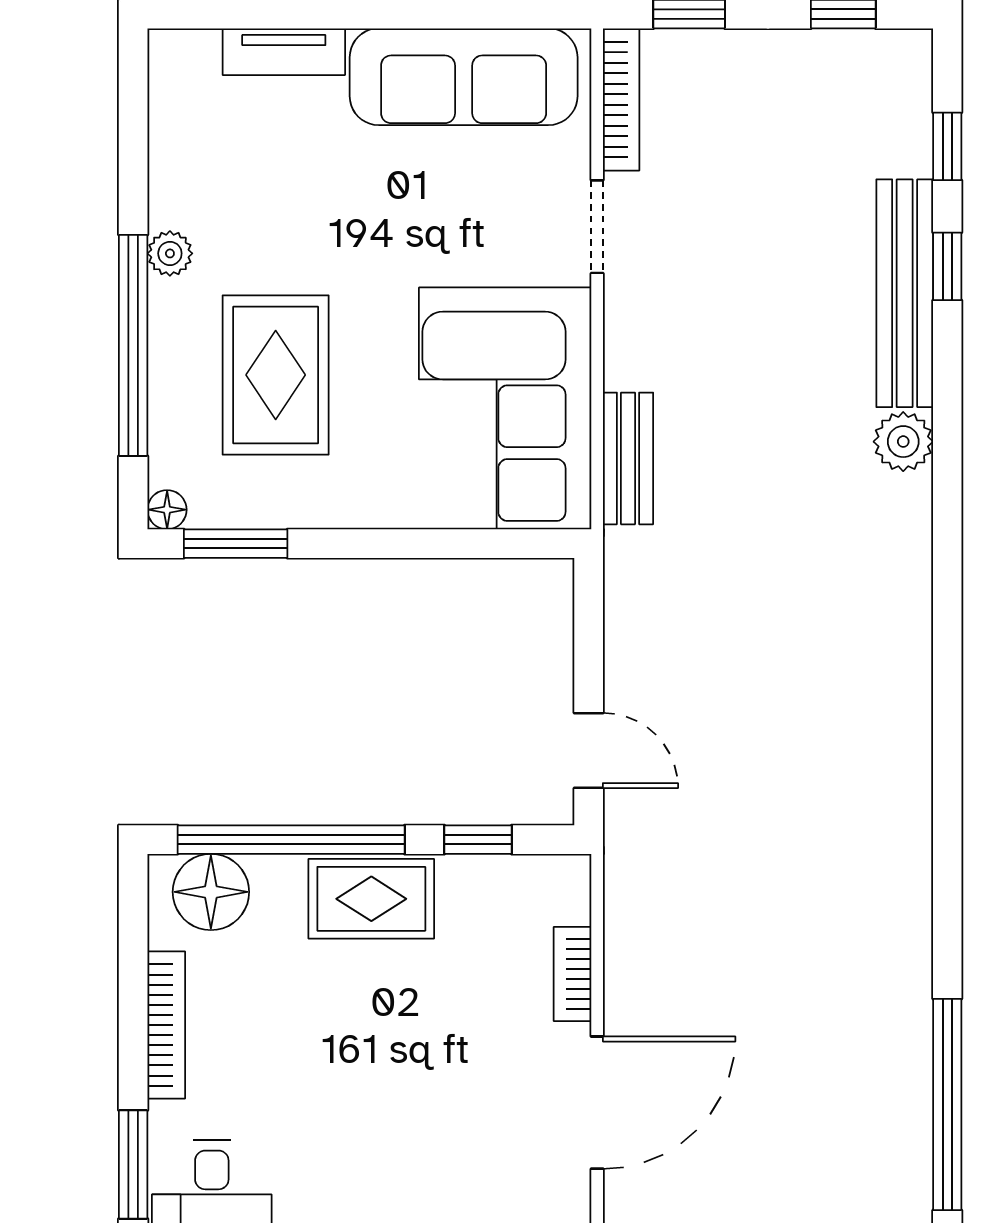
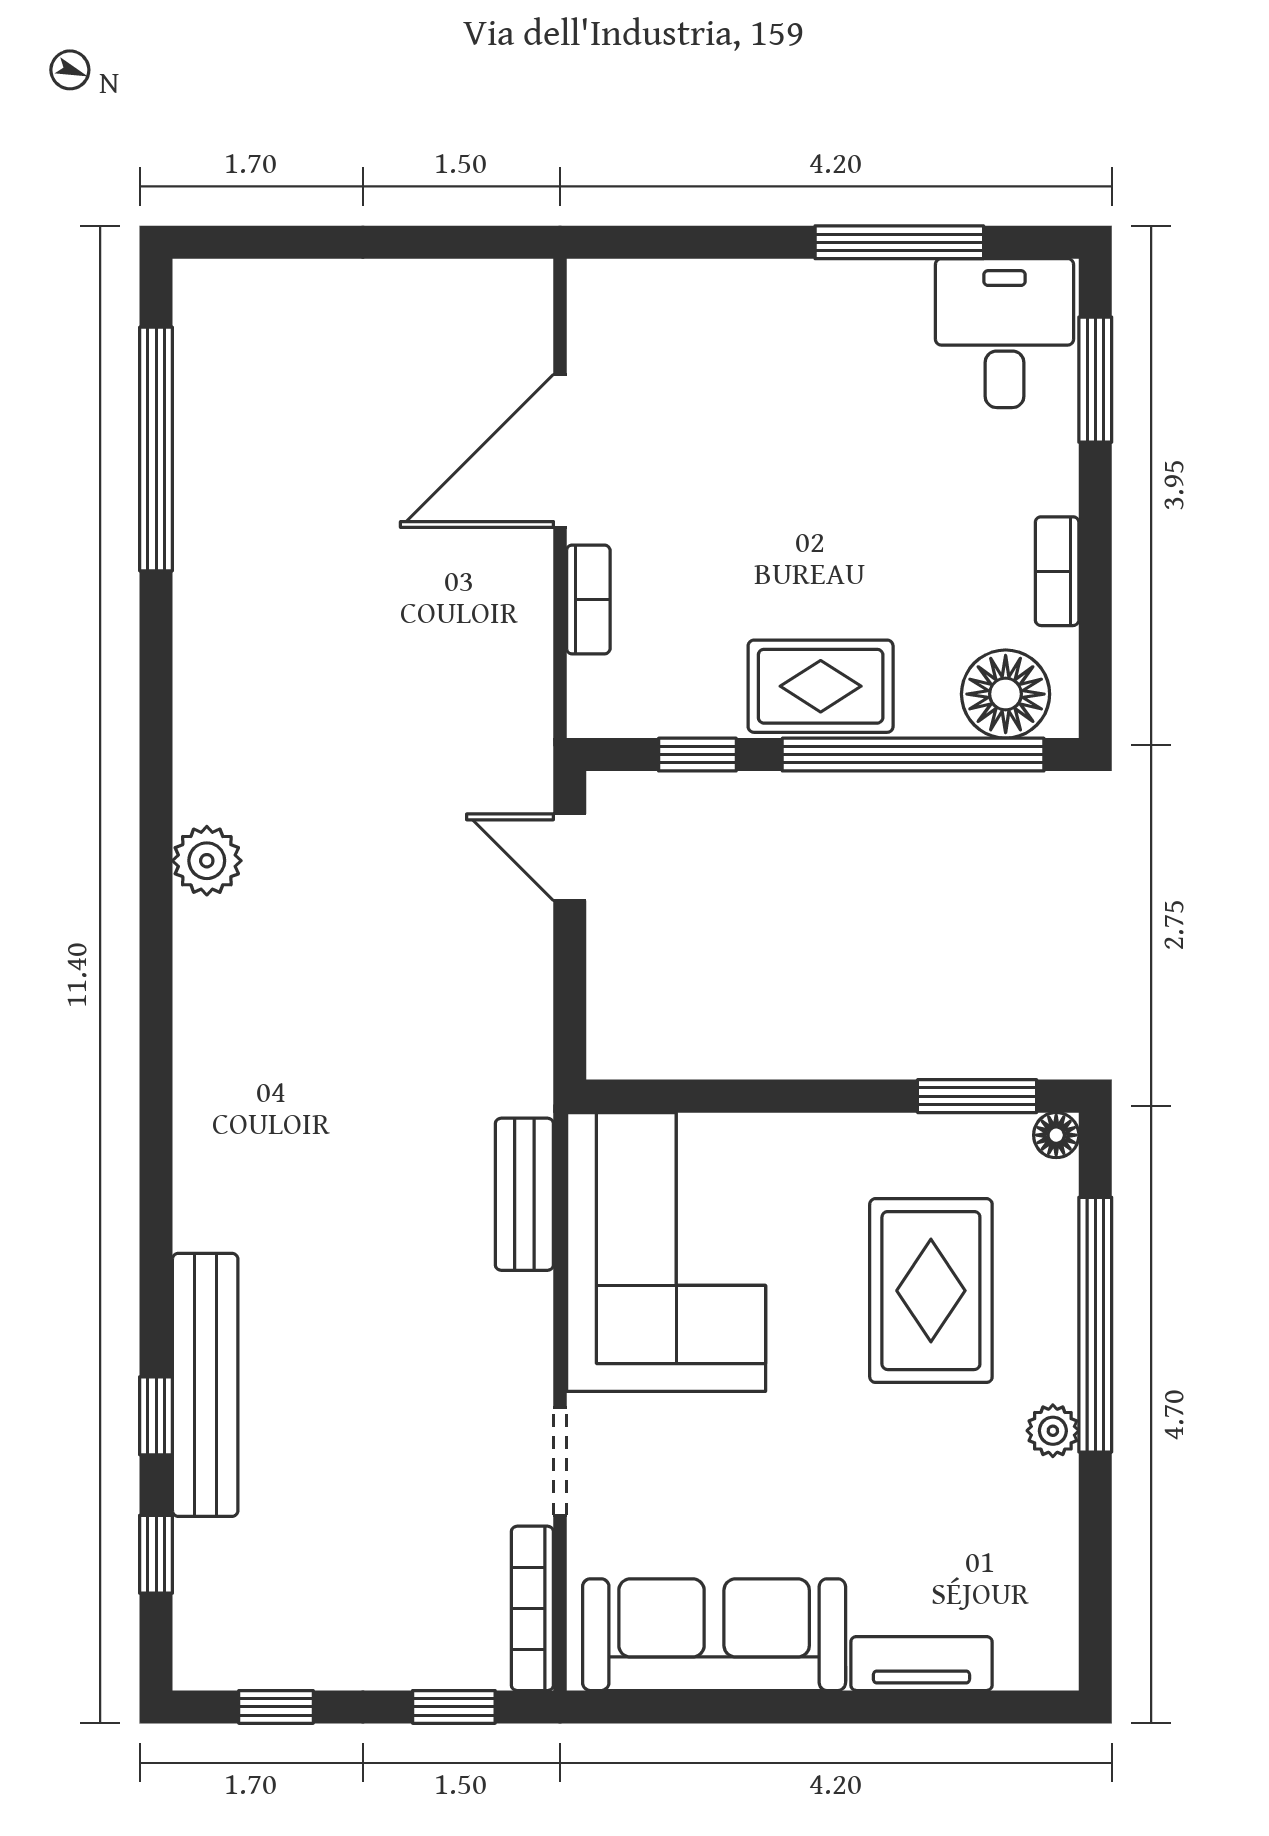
plant: (903, 442) -> (207, 861), moved
bookcase: (166, 1025) -> (1057, 571), width x0.64

